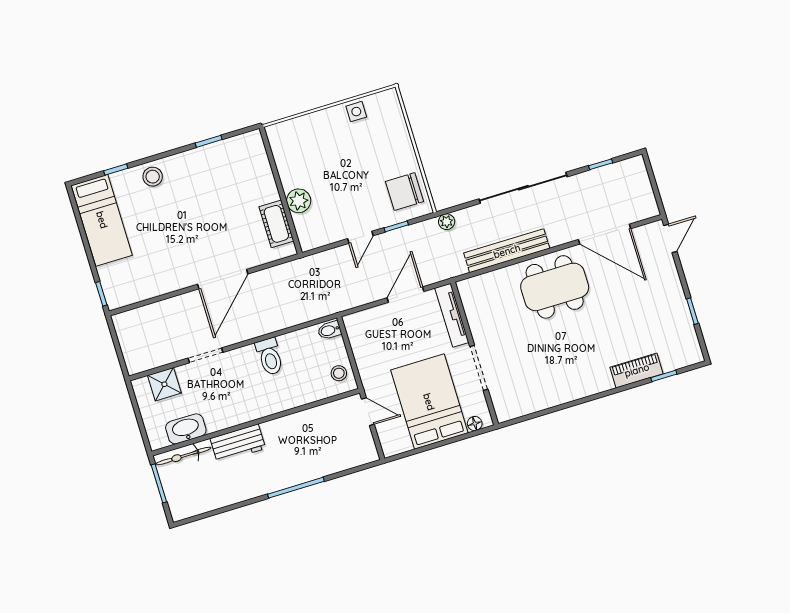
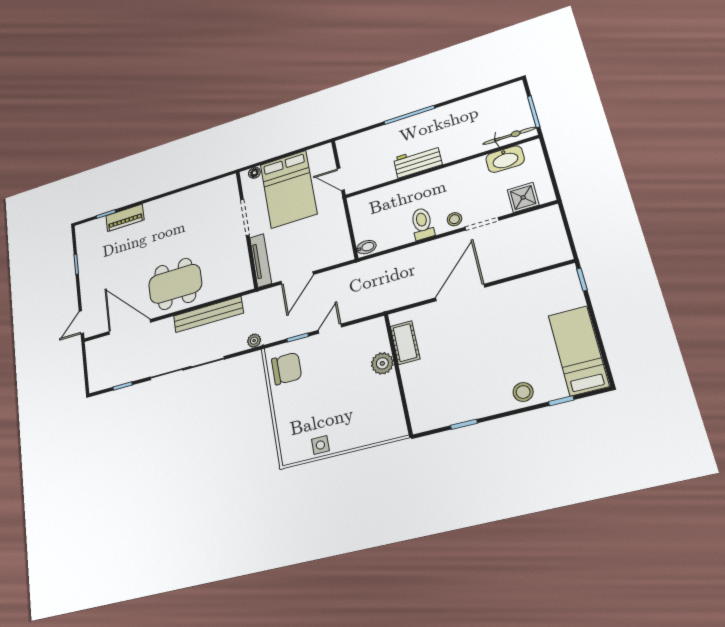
stool: (339, 373) -> (454, 219), moved
workbench: (238, 443) -> (418, 161), moved

